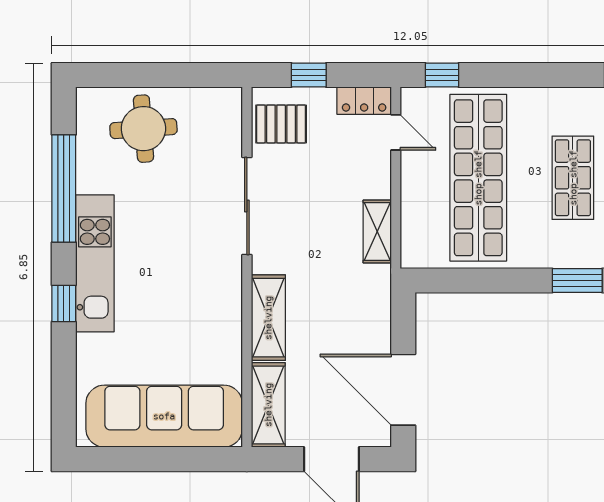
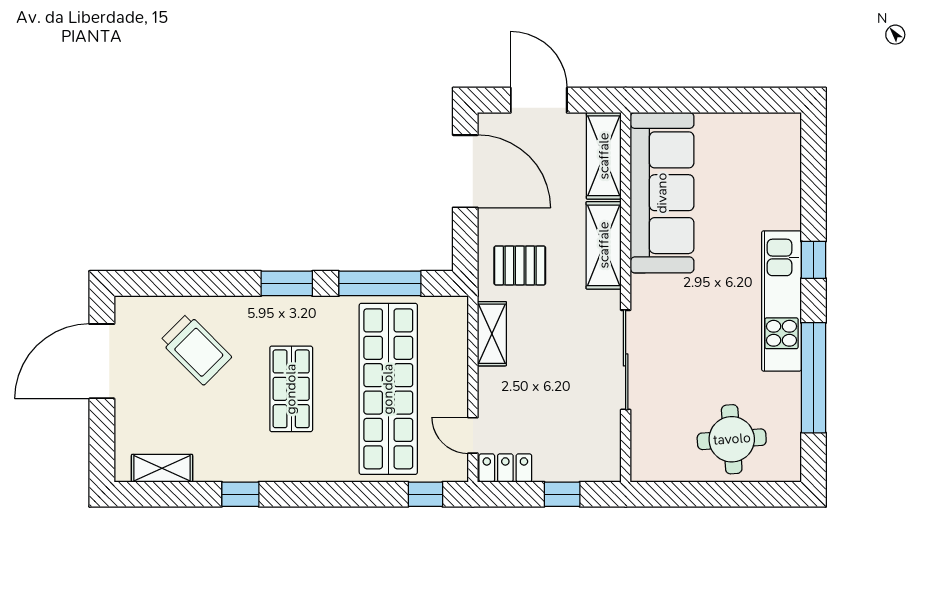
pallet: (281, 124) -> (520, 265), moved
window: (486, 280) -> (380, 283), added
sofa: (164, 416) -> (662, 193), moved, turned -90

